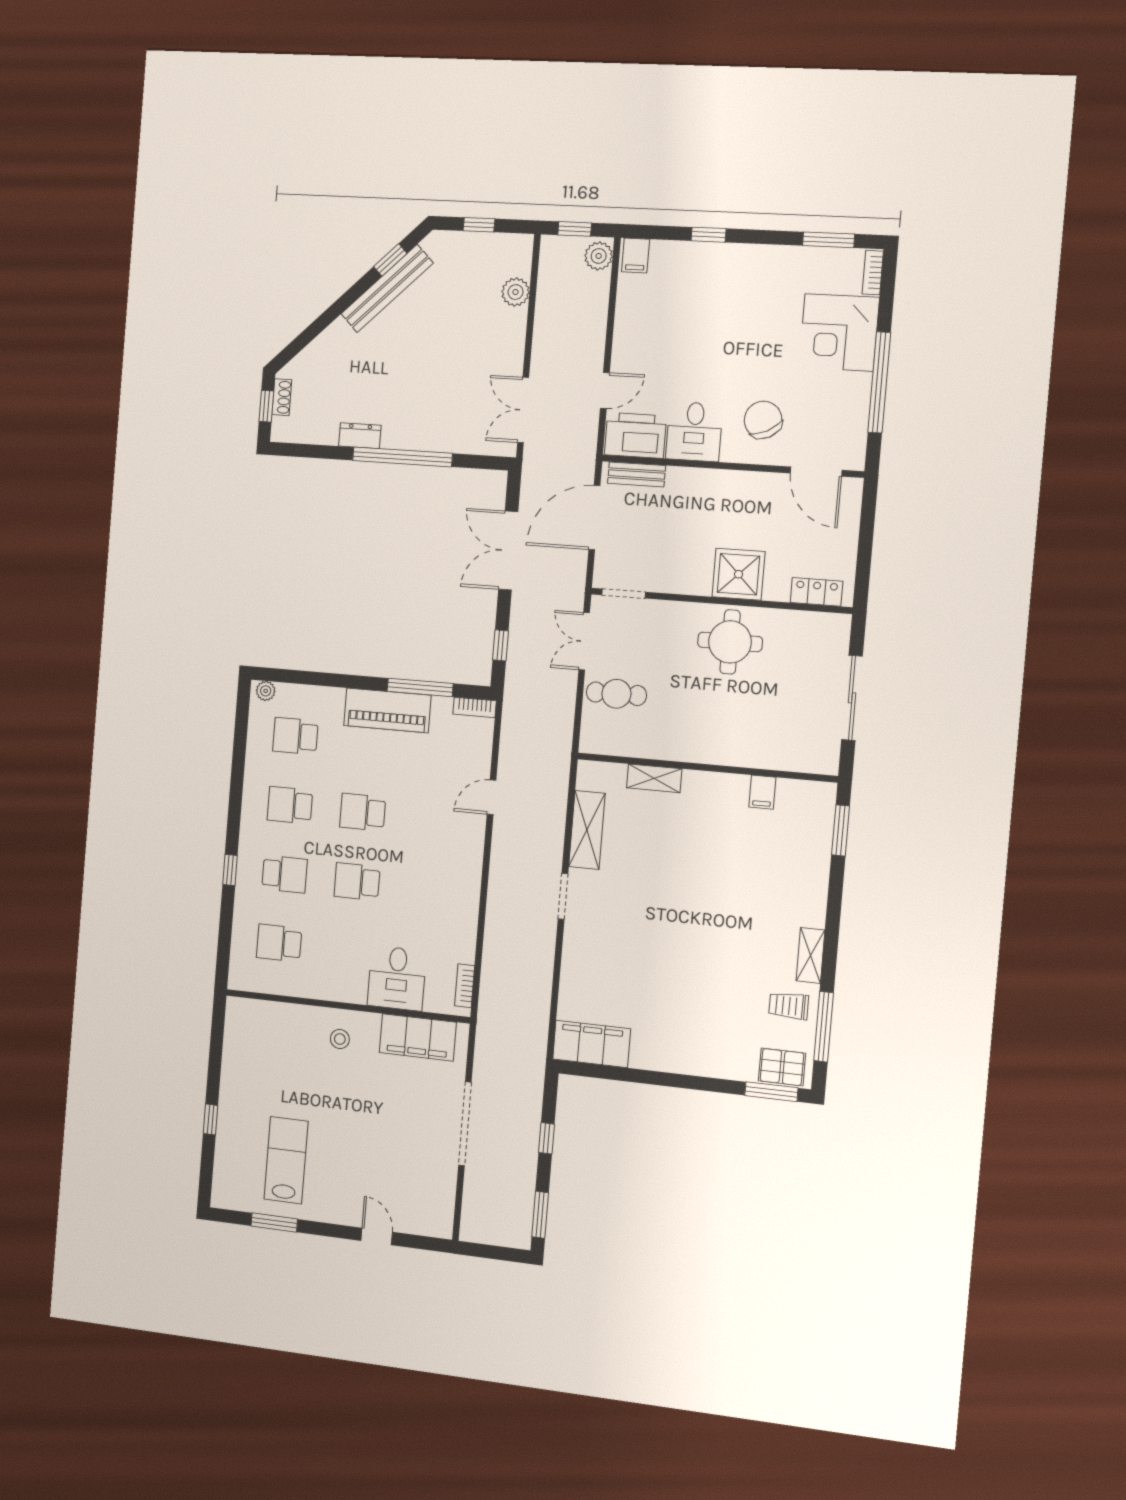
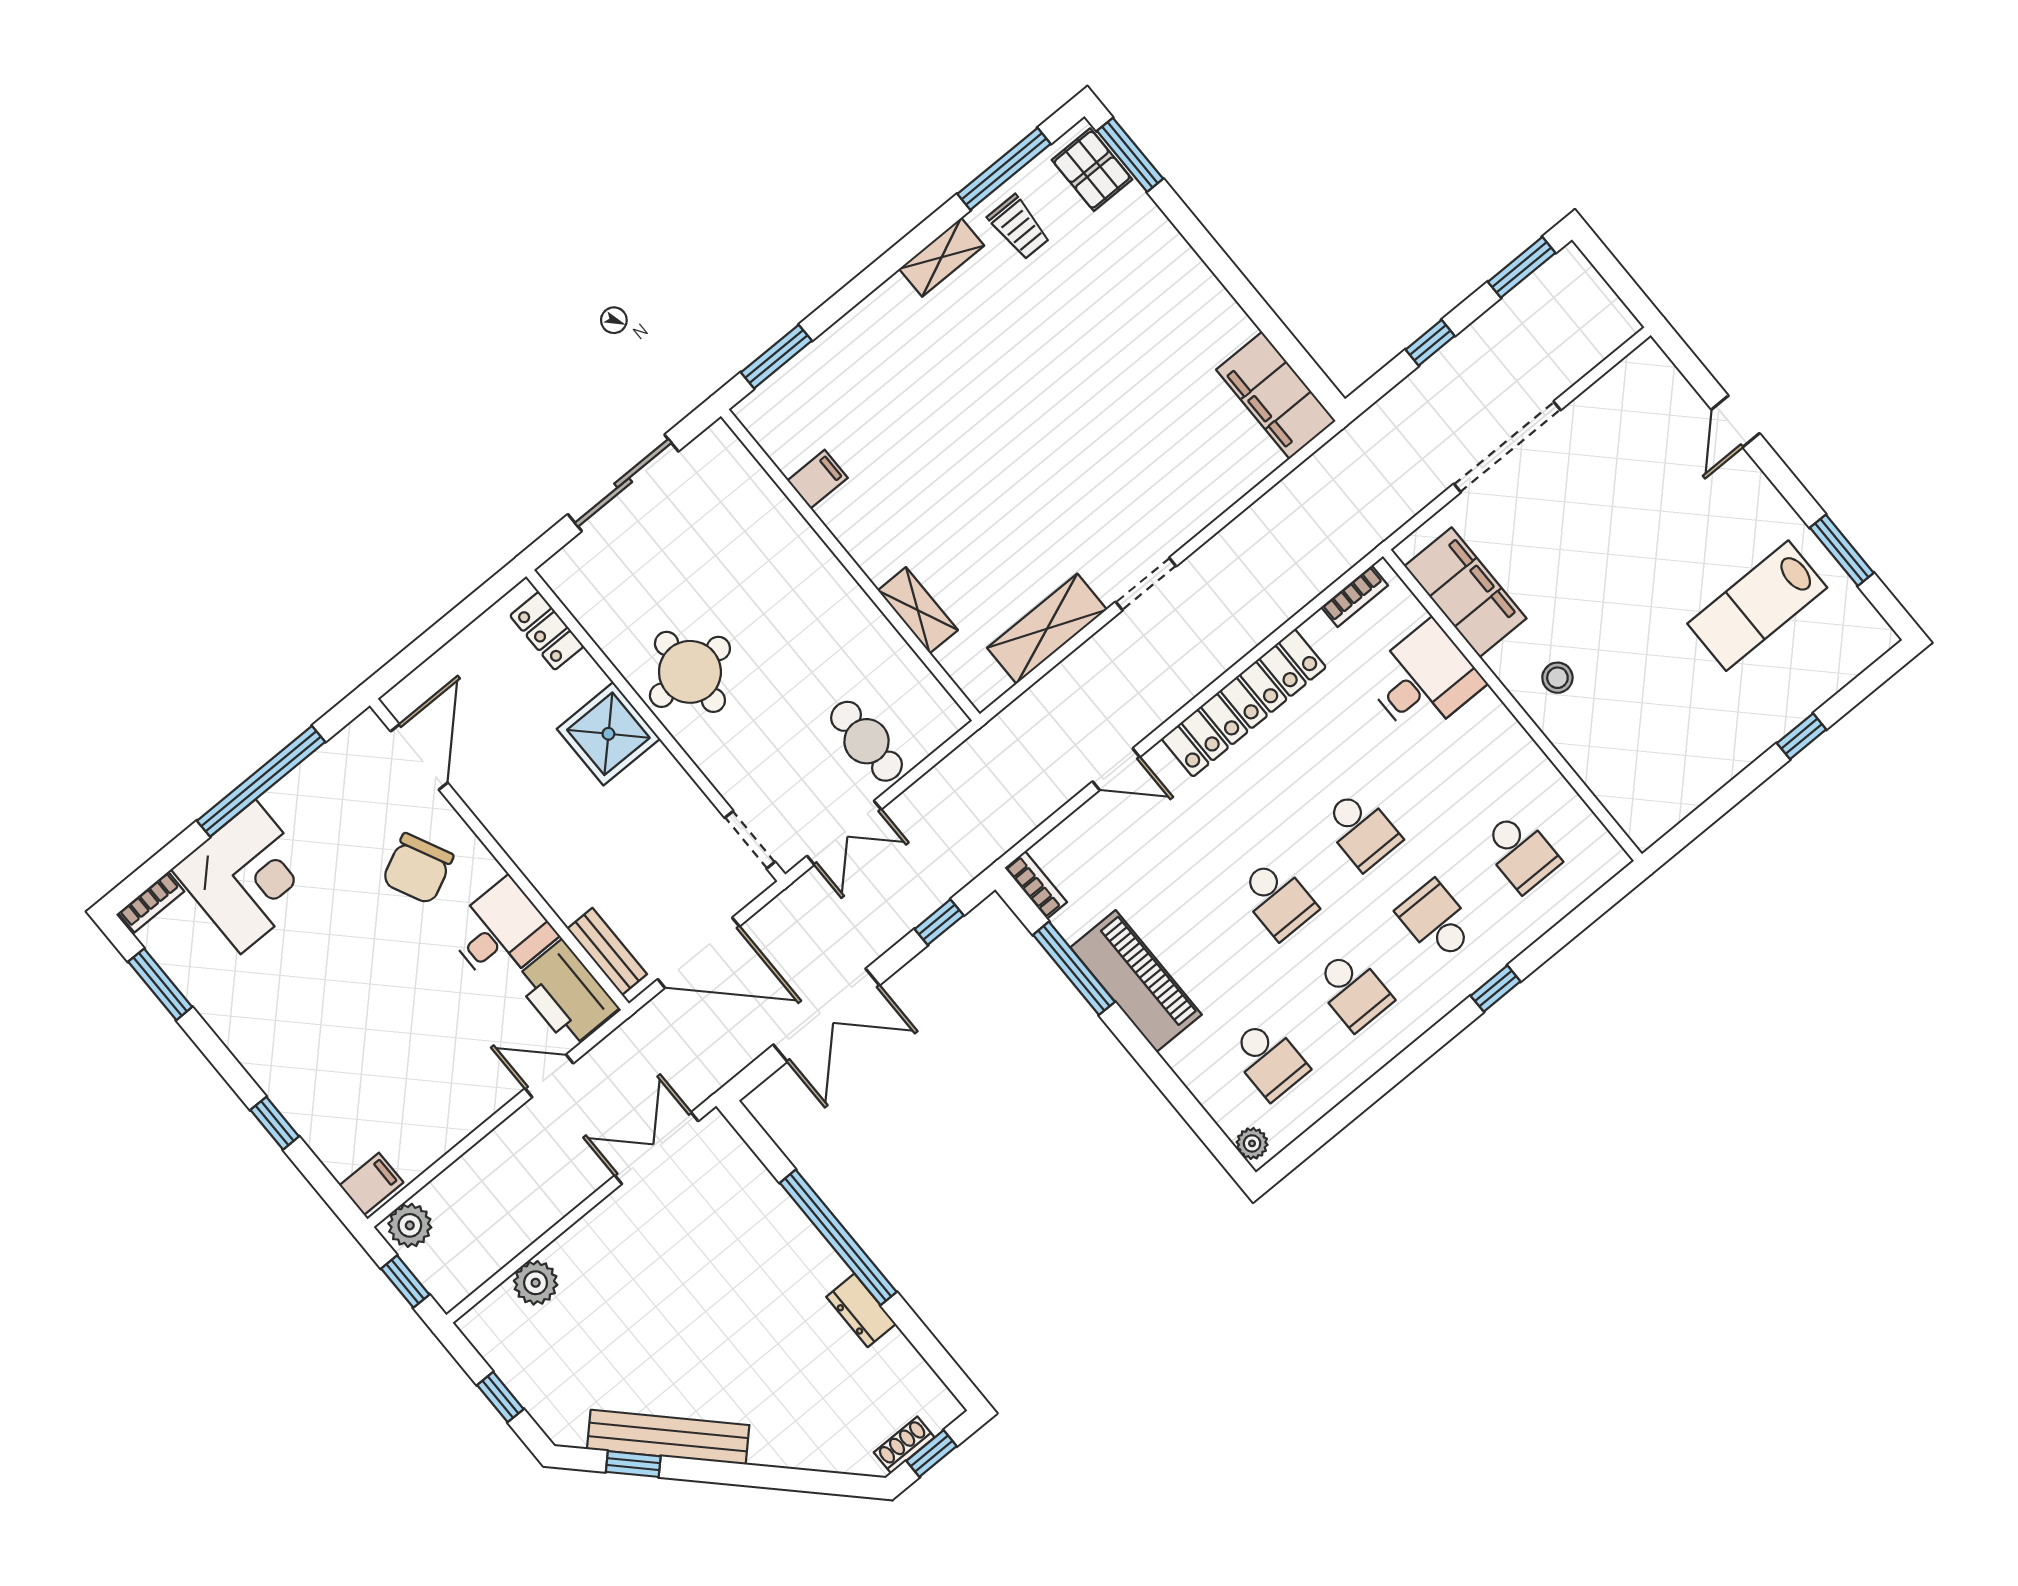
double door: (523, 410) -> (657, 1148), swing flipped
locker: (465, 886) -> (1244, 703), added

